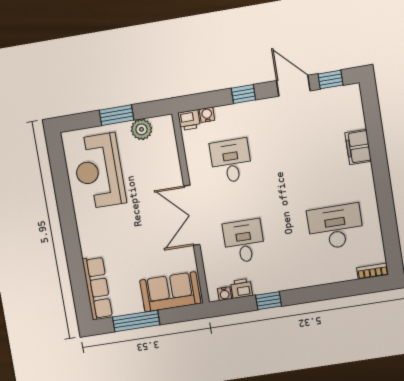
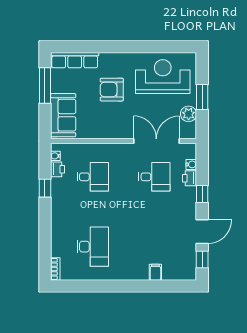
printer: (189, 120) -> (190, 178), moved
filing cabinet: (358, 147) -> (155, 272), width x0.50
double door: (192, 215) -> (156, 141), moved
armchair: (127, 235) -> (112, 90), added

